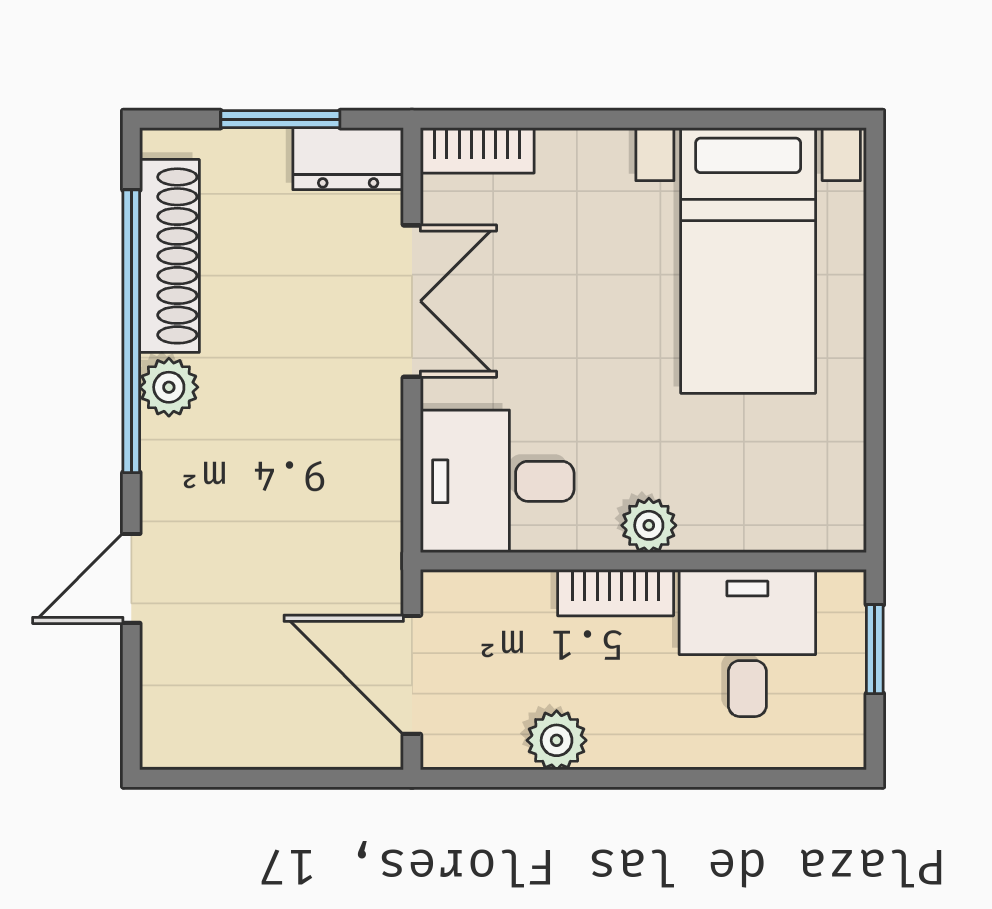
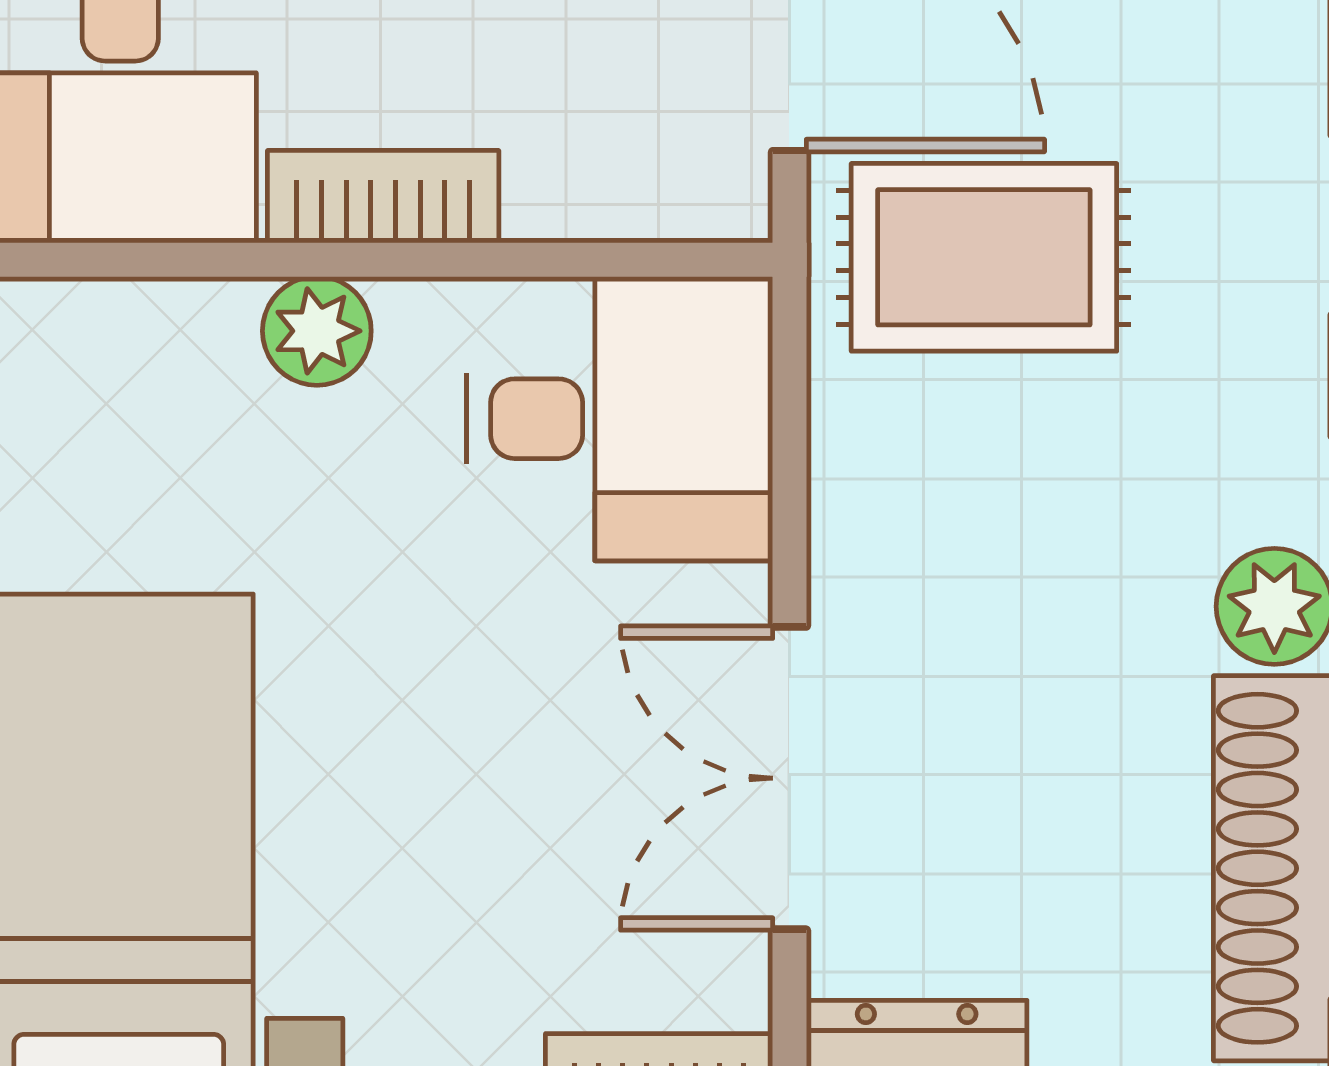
rug: (314, 562) -> (984, 257), added

